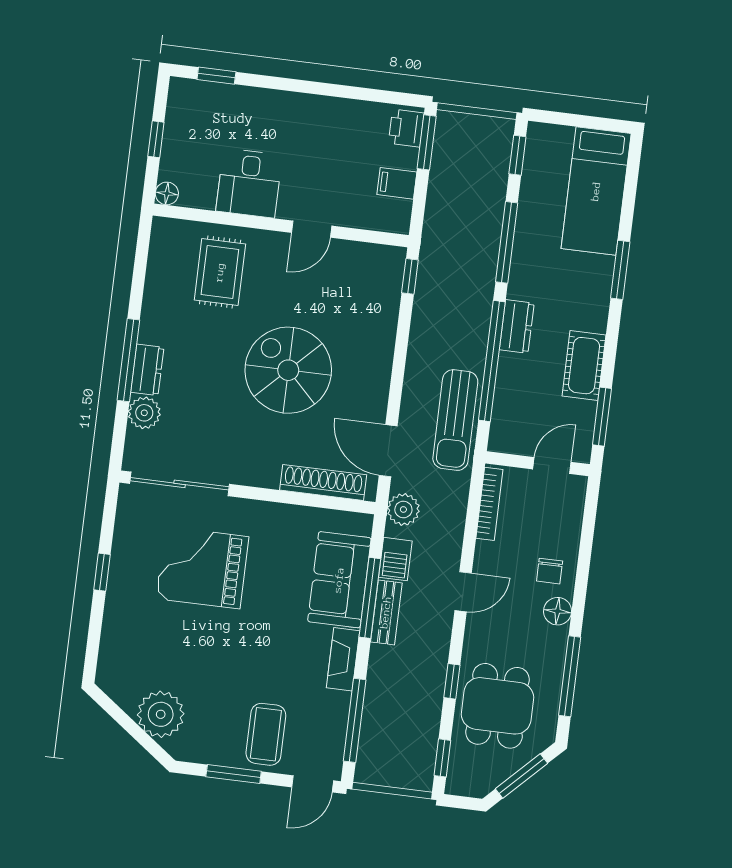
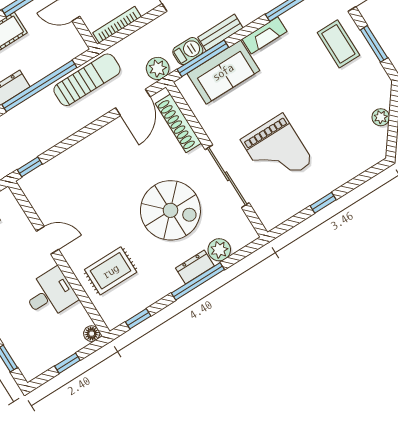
window: (141, 259) -> (138, 319), added
spiral stairs: (288, 370) -> (170, 210), moved, turned -90
sliding door: (180, 484) -> (227, 176), moved
window: (370, 598) -> (203, 58), moved
plant: (161, 714) -> (381, 117), width x0.53, depth x0.53
coffee table: (266, 734) -> (338, 44), turned 90

